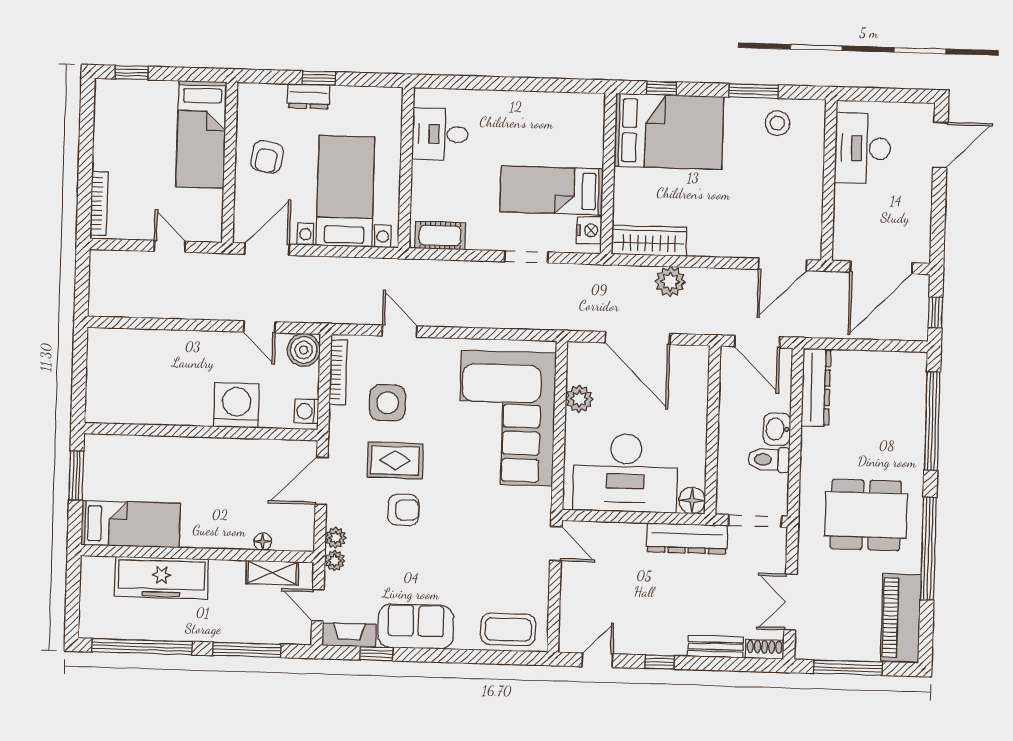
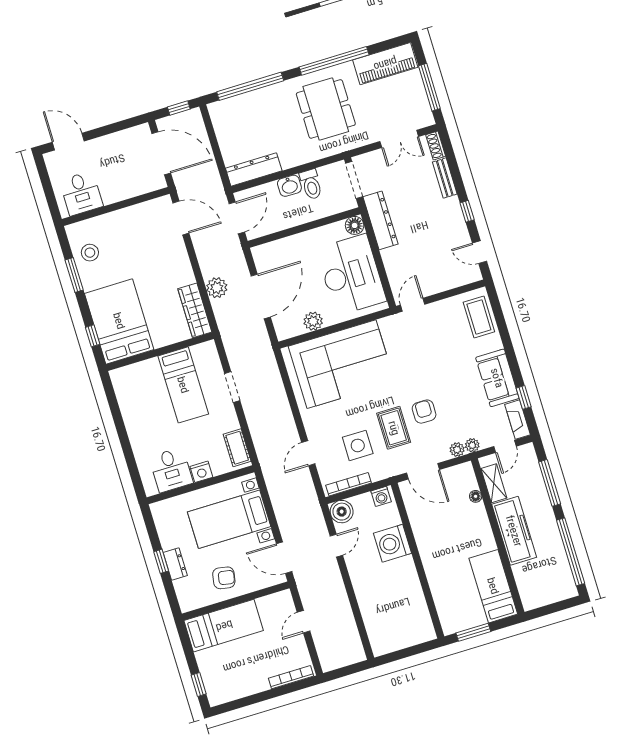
desk: (863, 148) -> (81, 193), width x0.73
nightstand: (589, 230) -> (201, 472), moved, turned 180
freezer: (161, 578) -> (514, 531), moved

